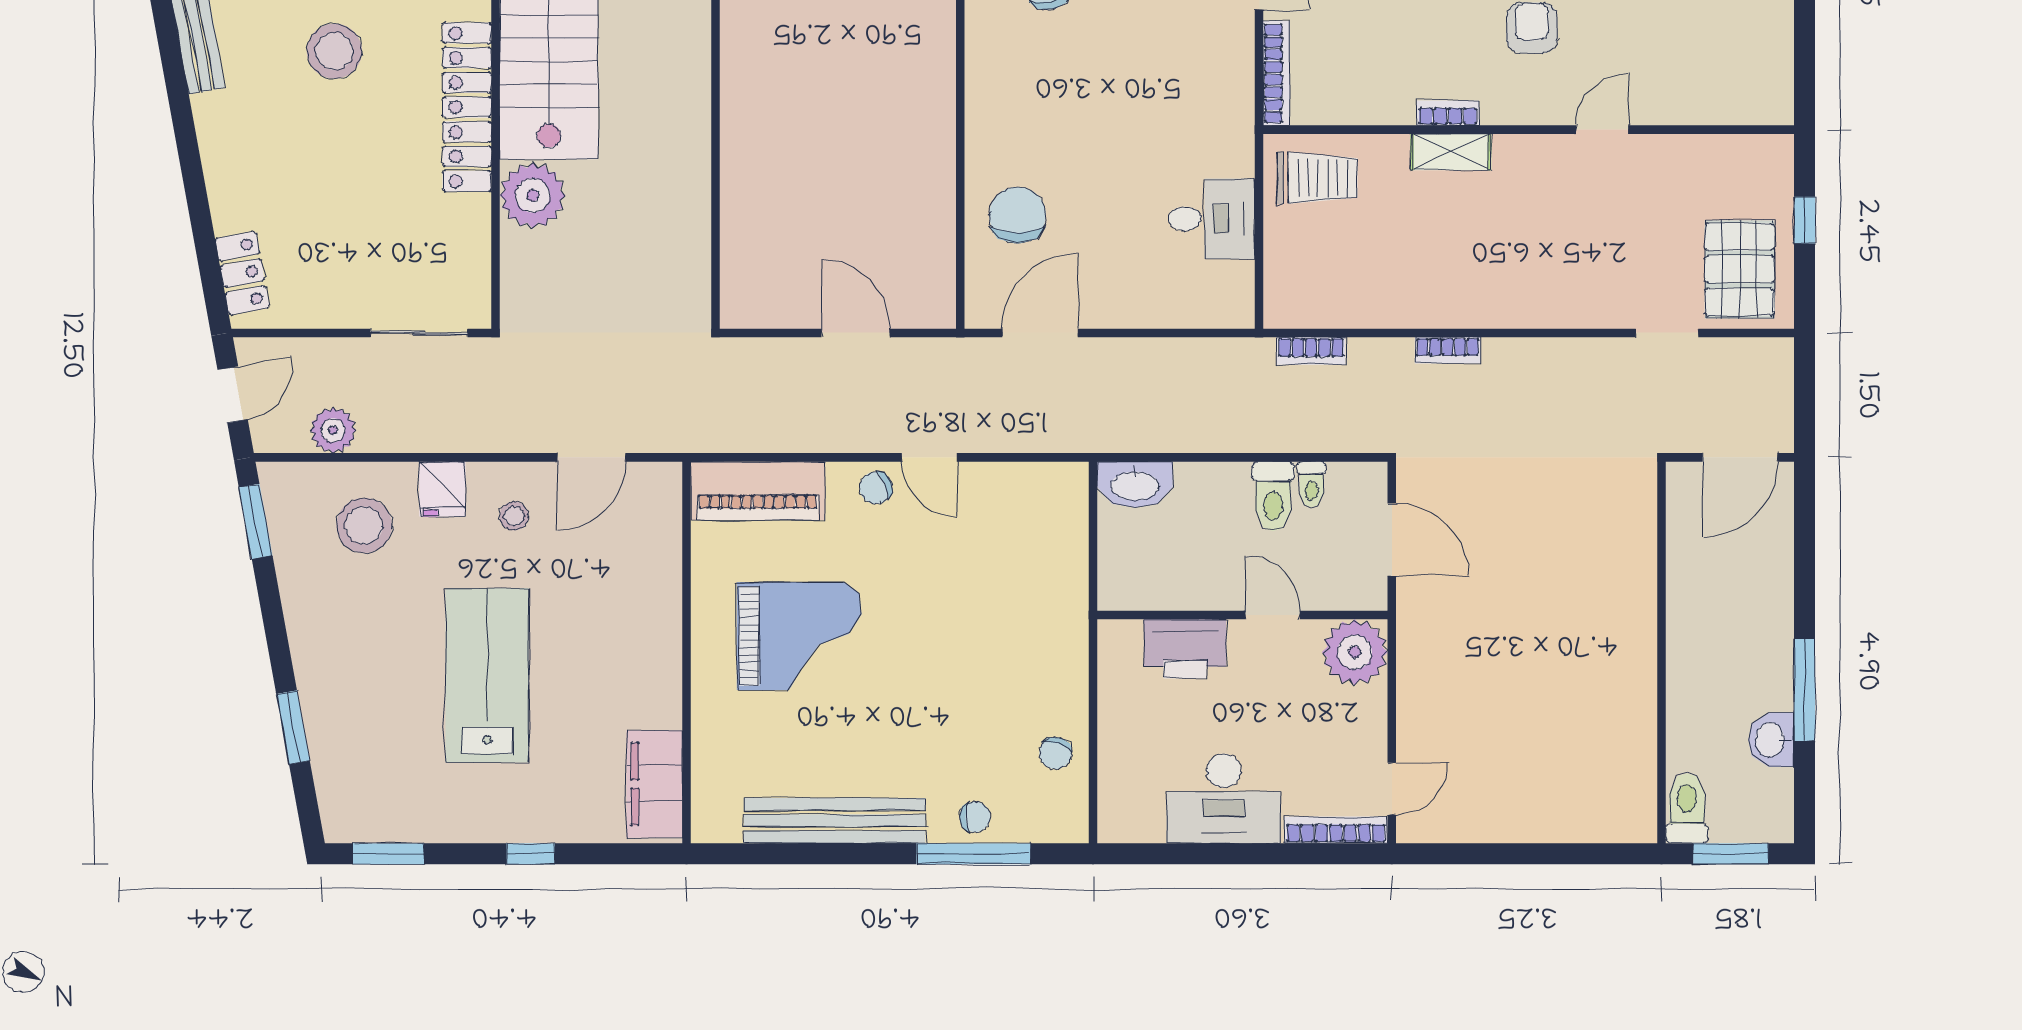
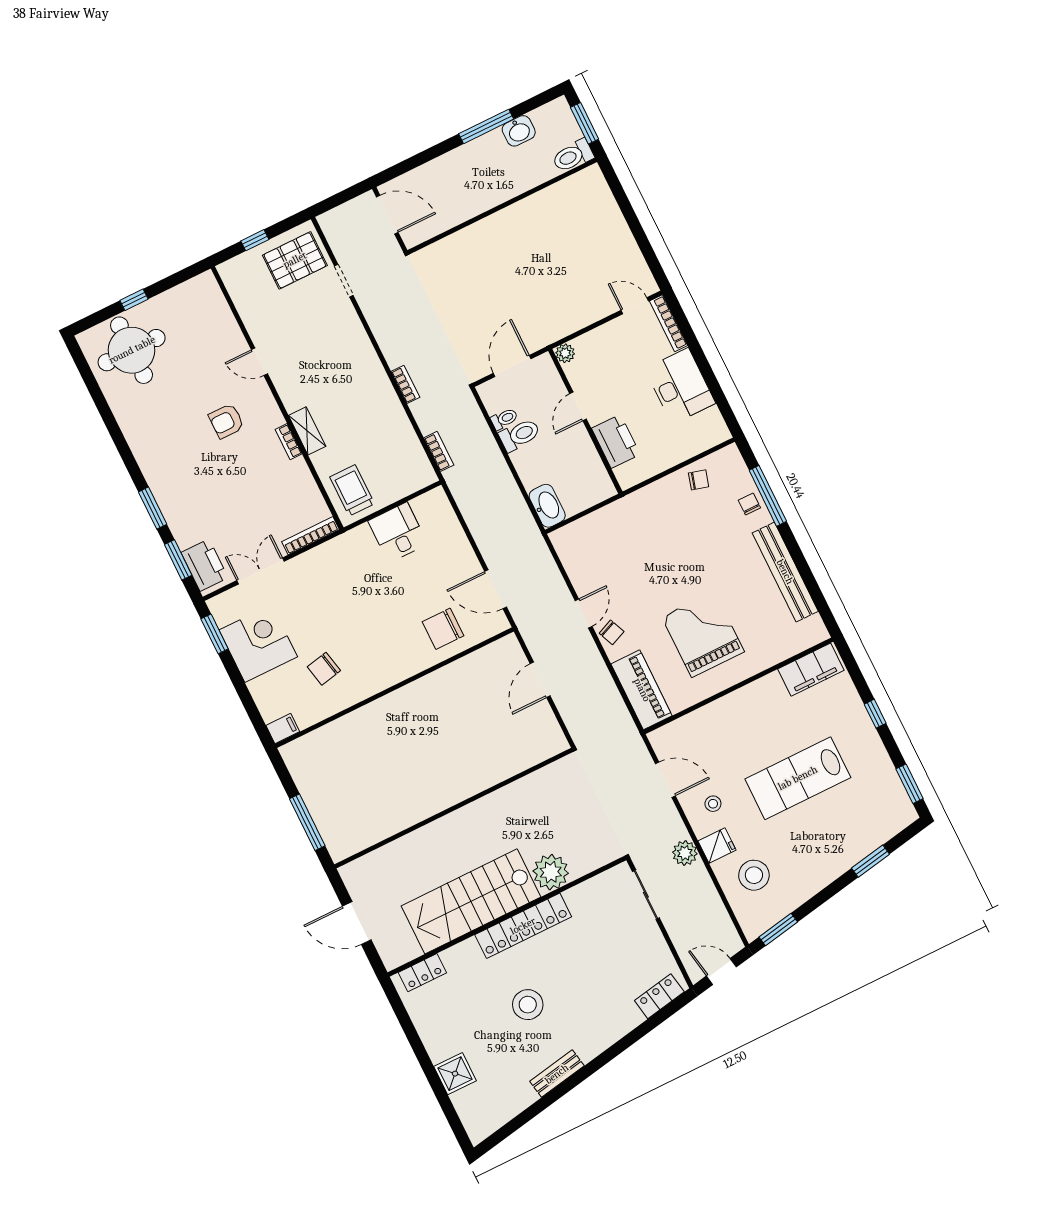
plant: (333, 430) -> (685, 853), moved
plant: (1355, 652) -> (565, 353), width x0.53, depth x0.53

